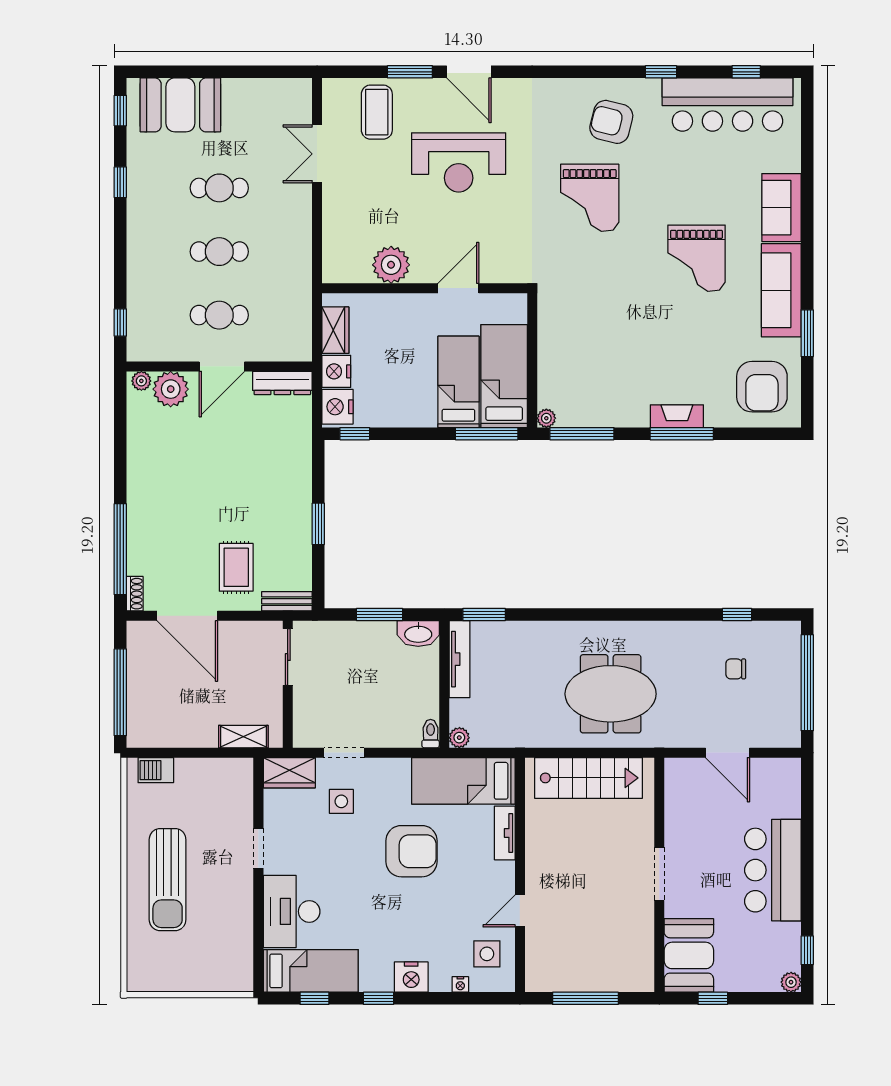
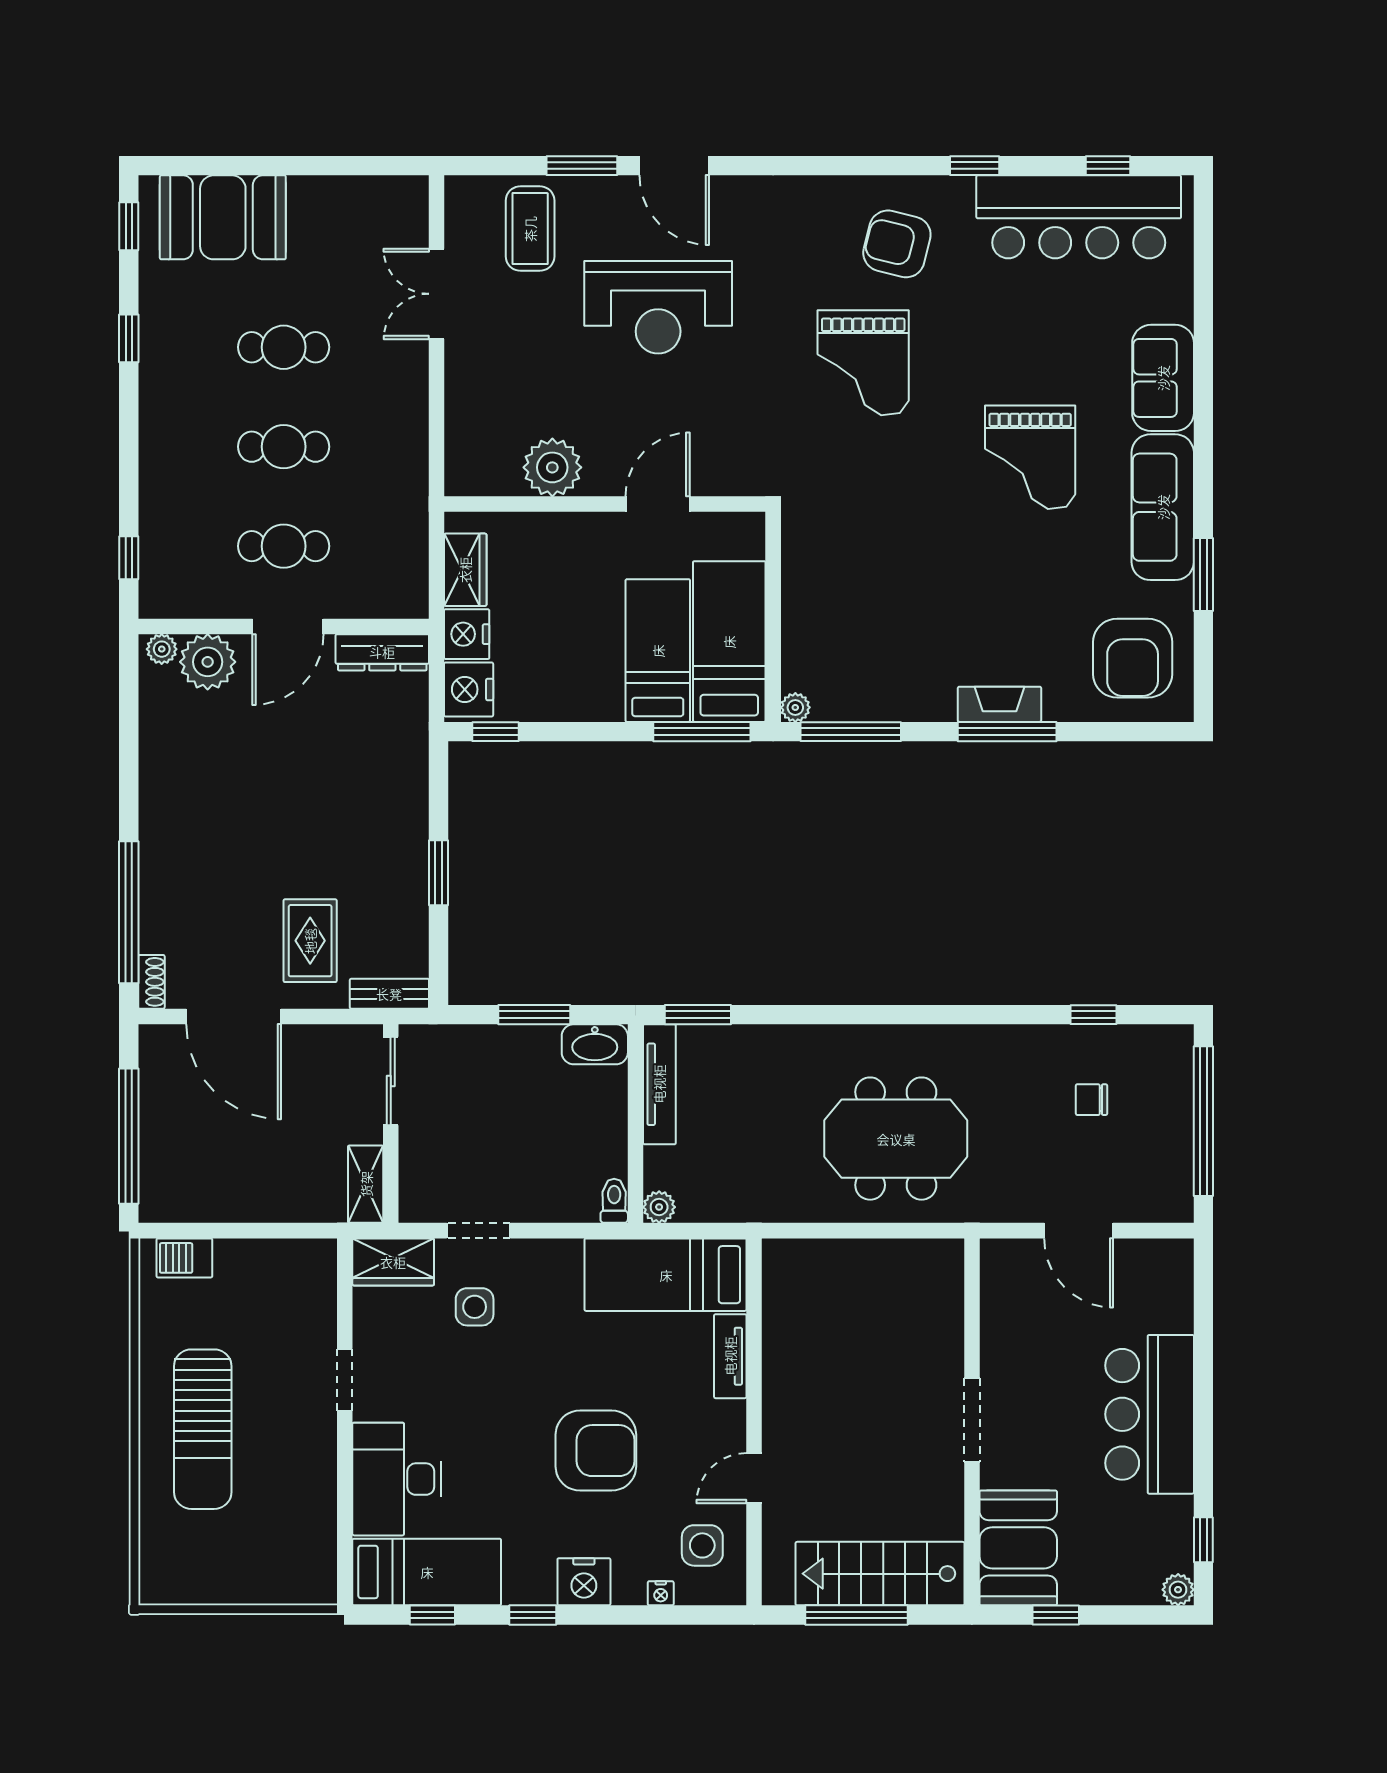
shelving: (243, 737) -> (366, 1184), moved, turned 90
stairs: (588, 778) -> (880, 1574), moved, turned 180
armchair: (412, 851) -> (596, 1451), moved

